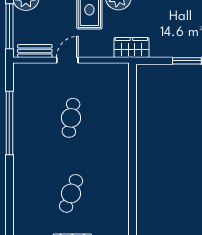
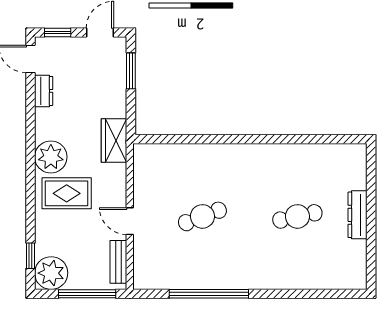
cafe table: (71, 118) -> (202, 216), turned -30
cafe table: (71, 193) -> (297, 216), turned -33

